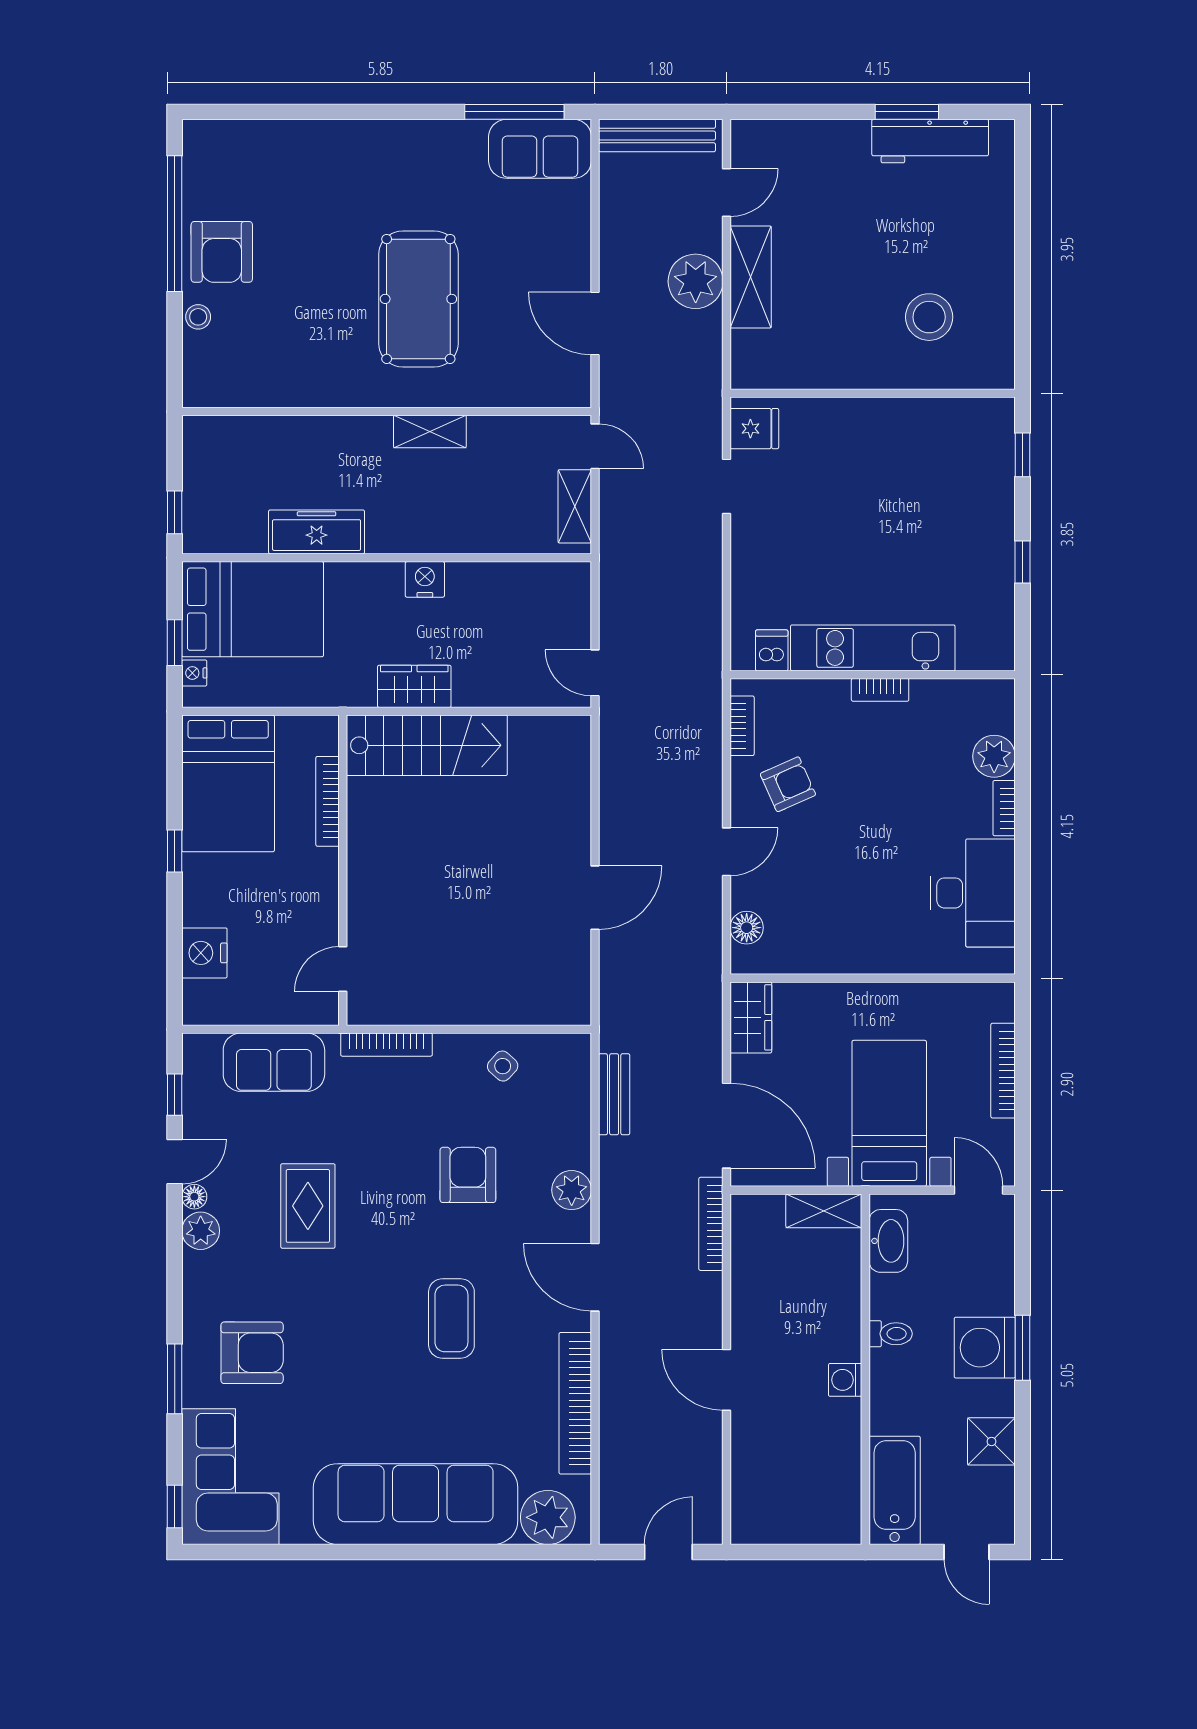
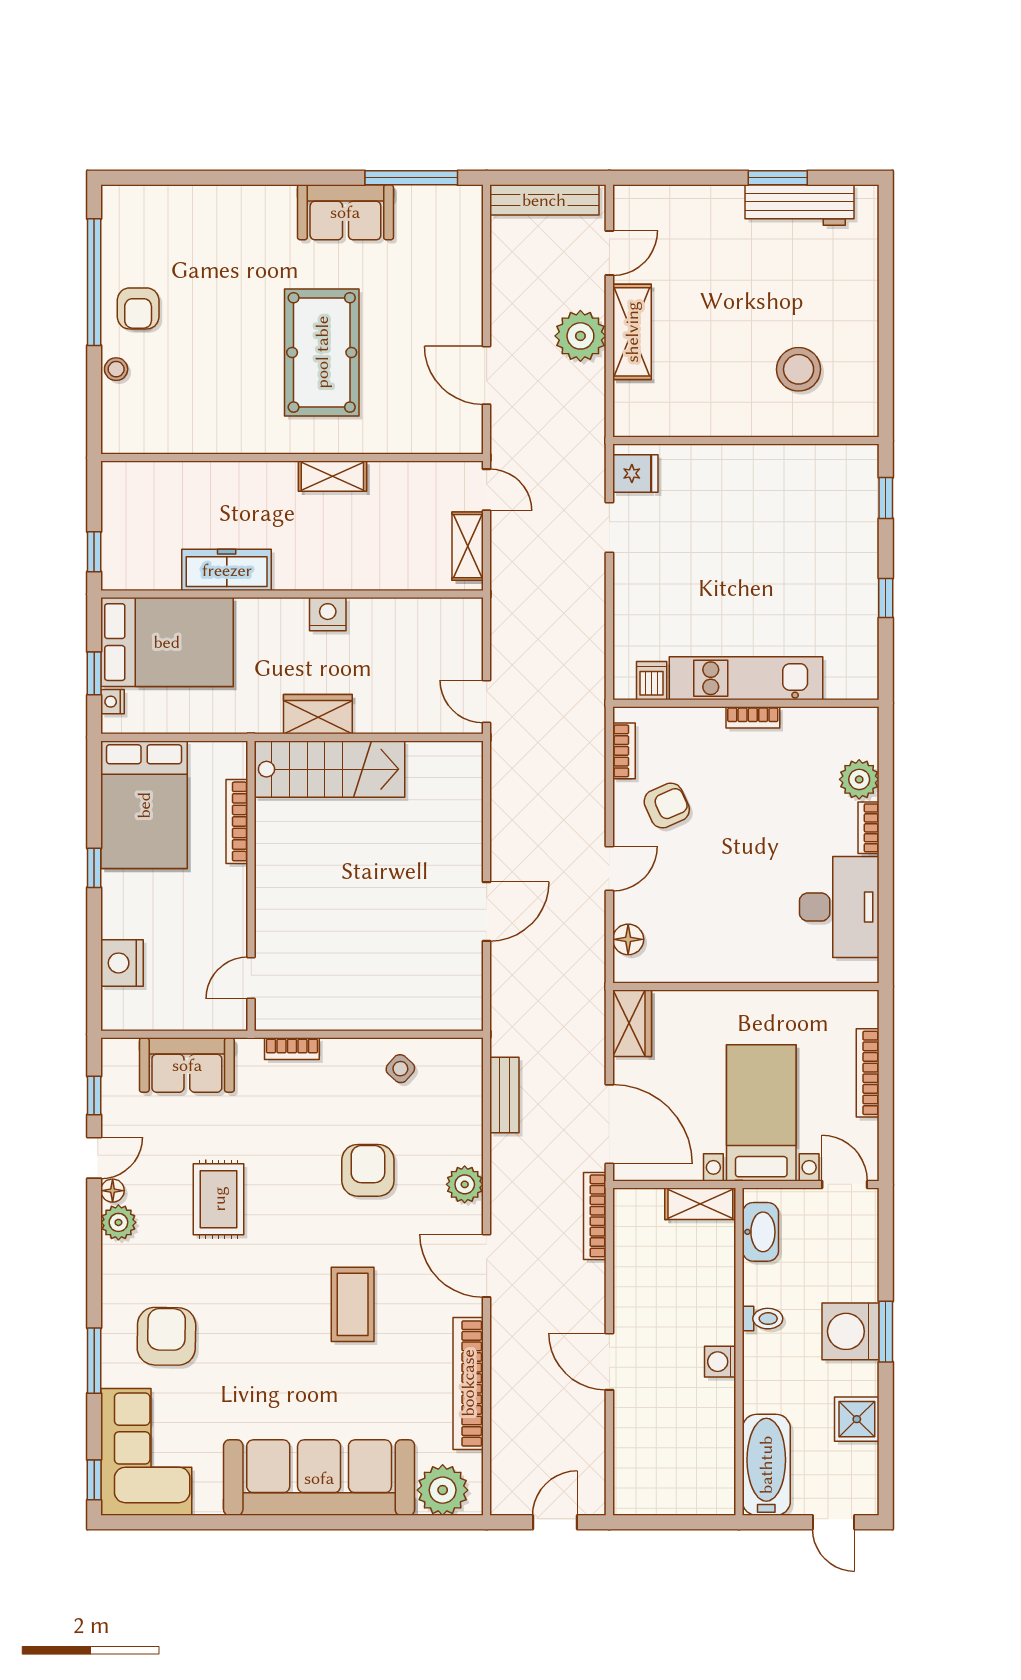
sofa: (540, 149) -> (345, 212), moved
armchair: (222, 252) -> (138, 308), width x0.72, depth x0.72
bookcase: (387, 1045) -> (292, 1049), width x0.64
armchair: (252, 1353) -> (166, 1336), turned -89

